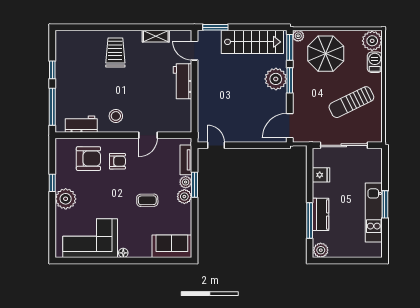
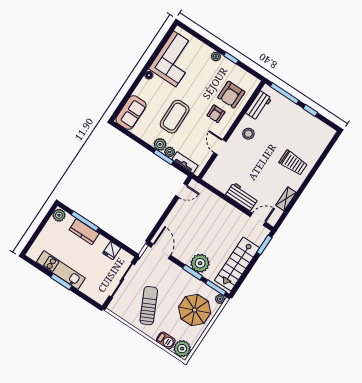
plant: (66, 199) -> (216, 56), width x0.53, depth x0.53
coffee table: (147, 200) -> (175, 117), width x1.86, depth x1.72

